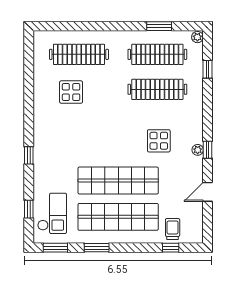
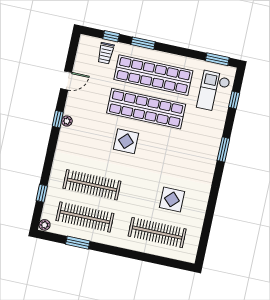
display table: (159, 141) -> (126, 141), moved
window: (29, 155) -> (223, 150), width x1.50
window: (97, 248) -> (143, 43), moved

